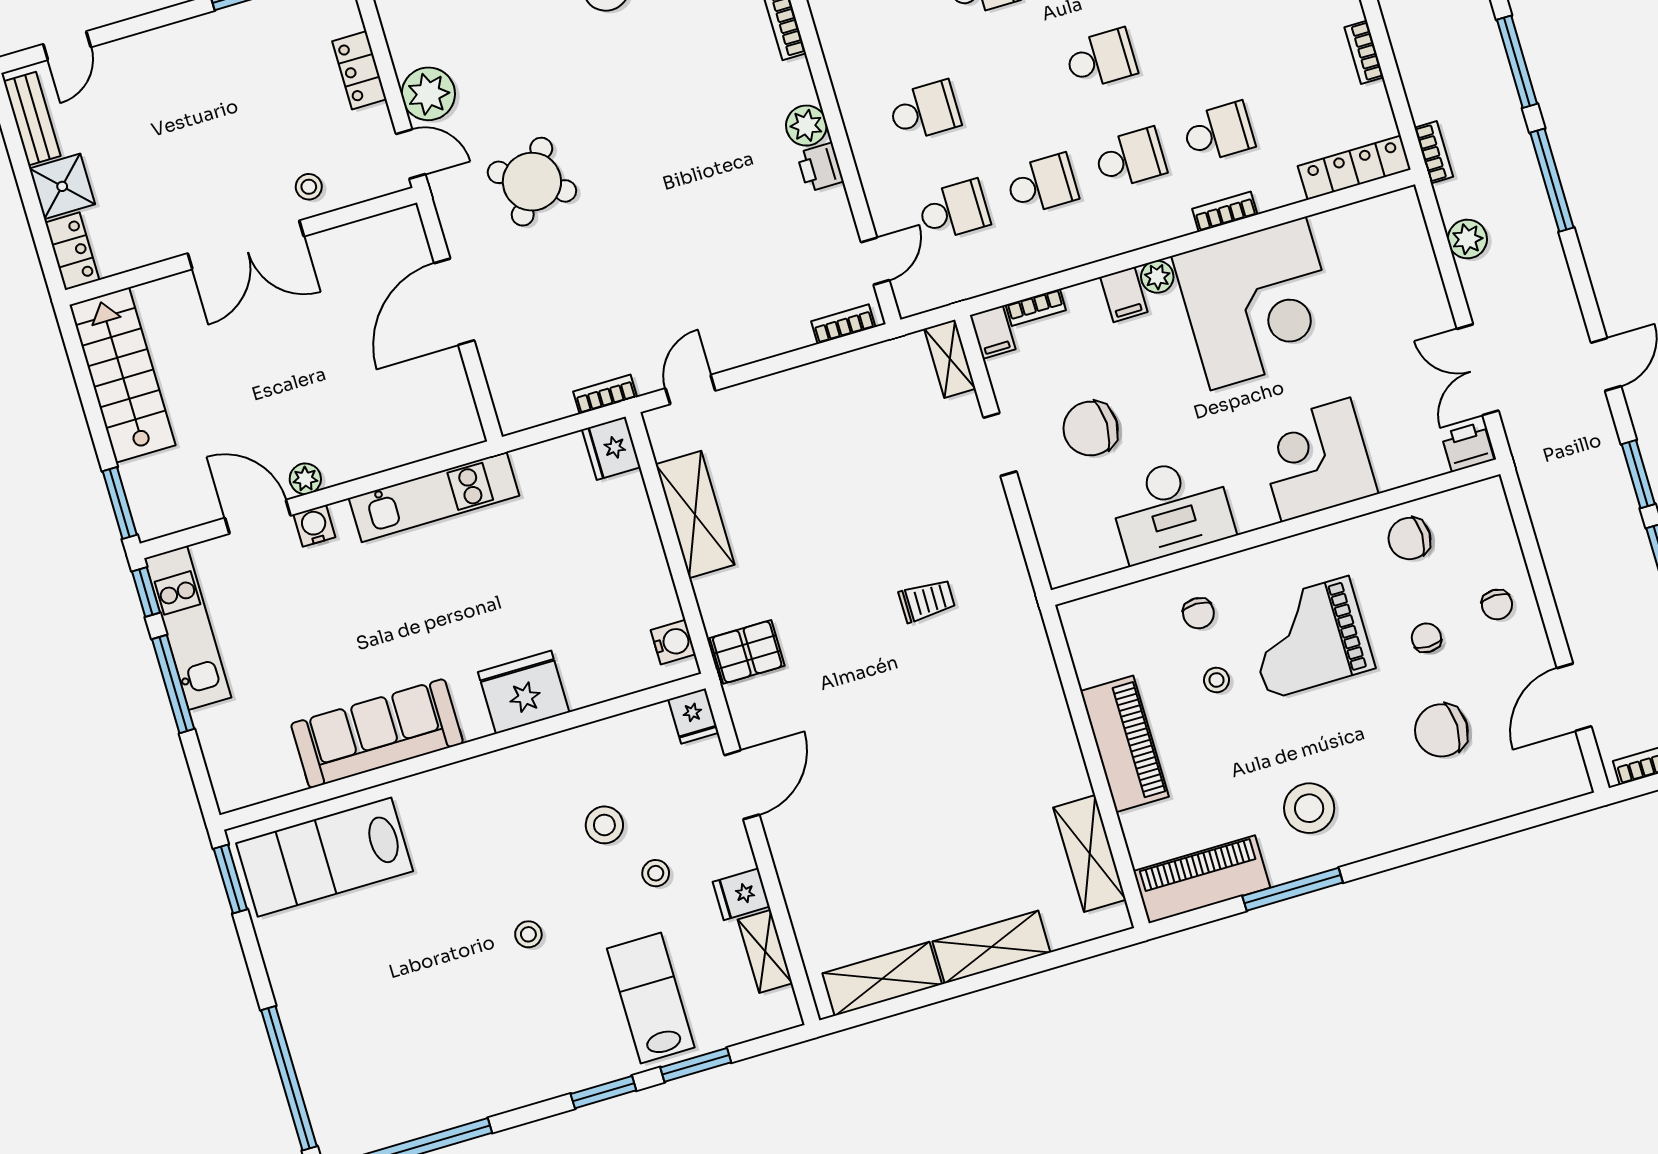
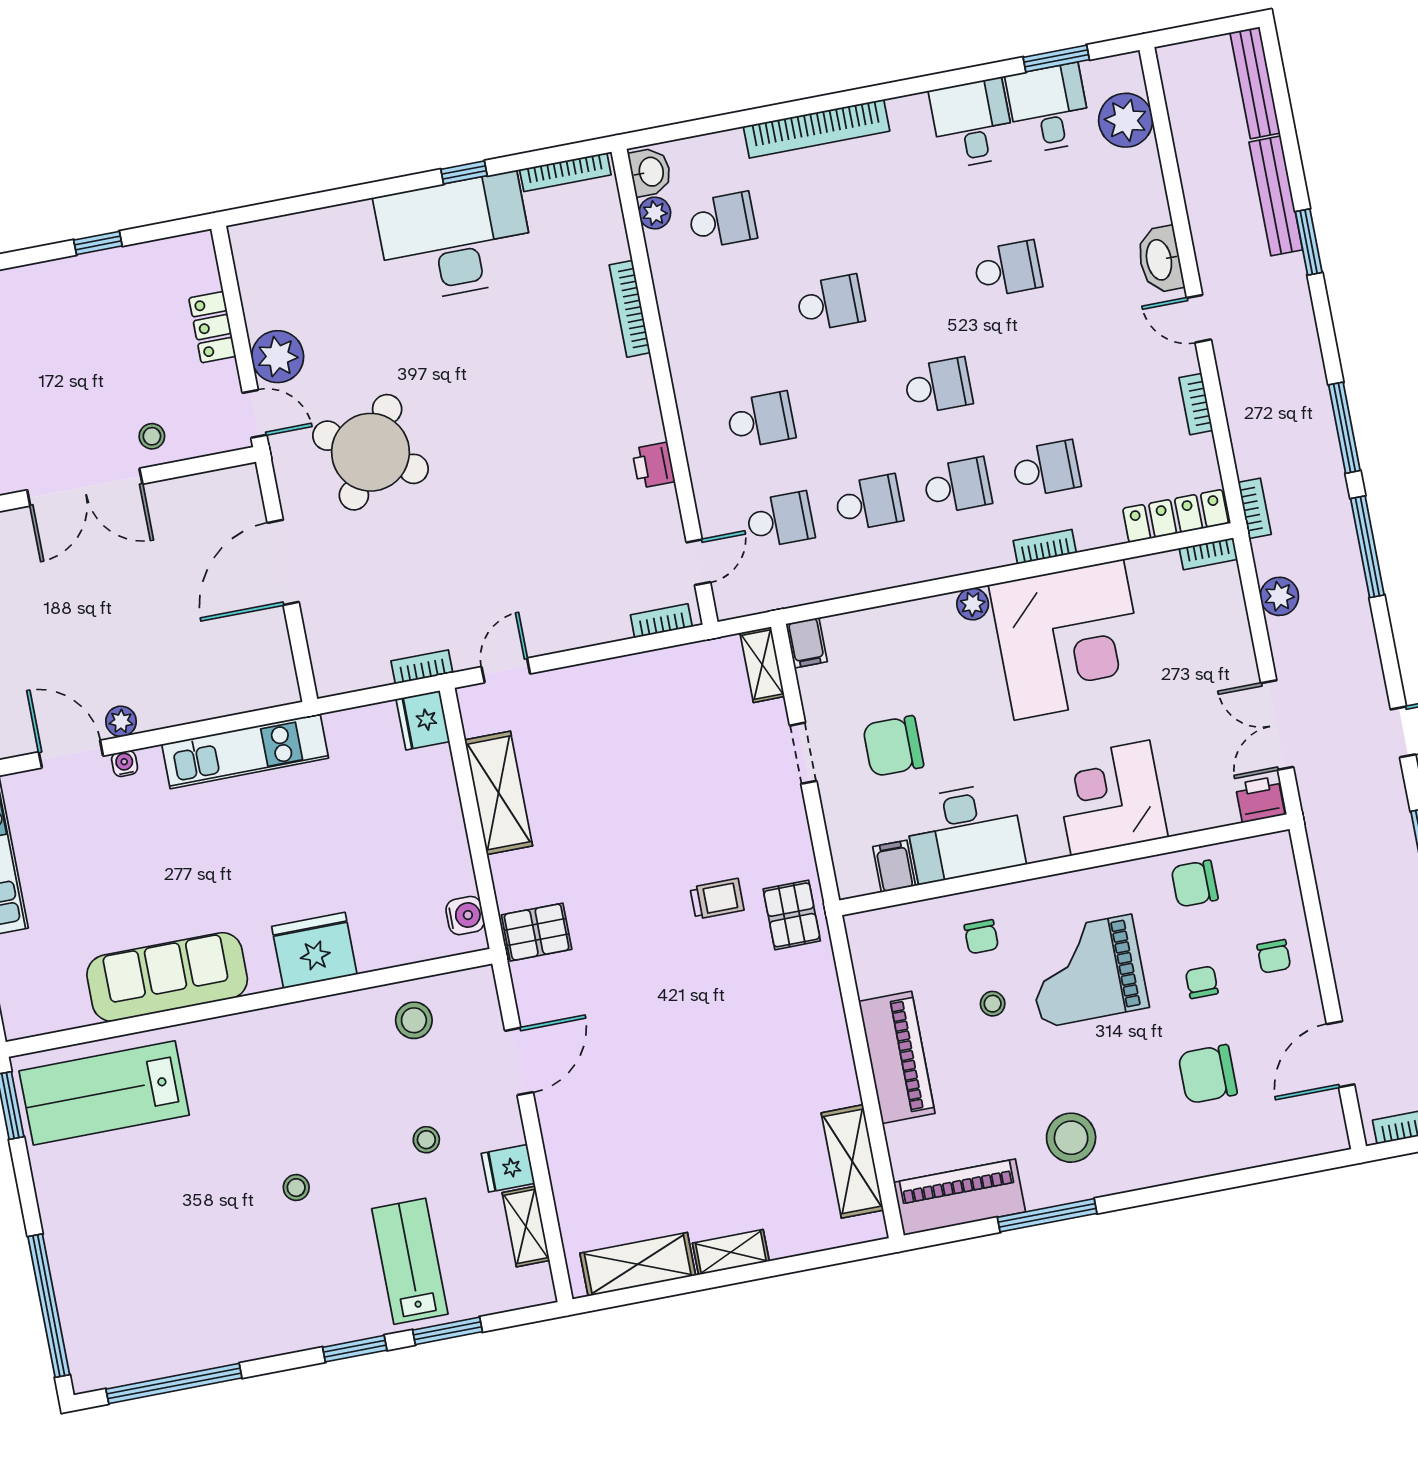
plant: (806, 126) -> (644, 423), removed
round table: (532, 182) -> (370, 452), width x1.36, depth x1.36
filing cabinet: (1124, 294) -> (894, 866), moved, turned 180
bookcase: (1036, 307) -> (1208, 554), moved
water cooler: (314, 526) -> (125, 764), width x0.72, depth x0.72
pallet: (1004, 610) -> (792, 915), added
fridge: (693, 716) -> (478, 990), removed
stool: (604, 825) -> (414, 1020), moved
shelving: (991, 947) -> (731, 1252), width x0.67, depth x0.75

